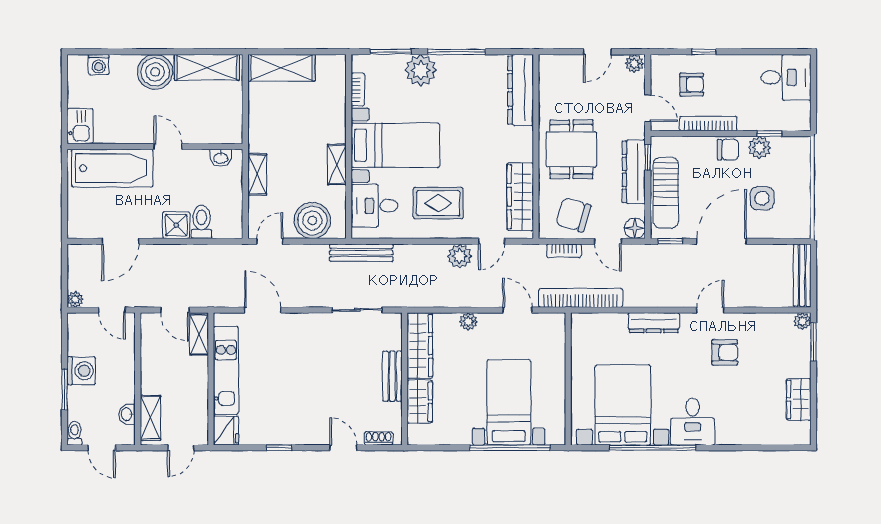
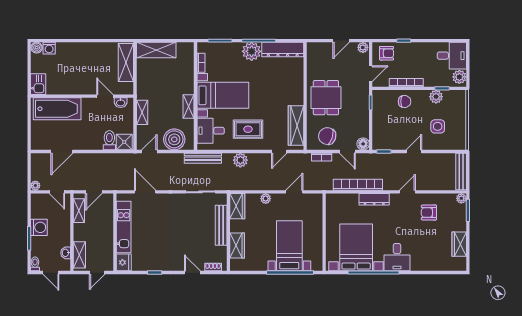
shelving: (207, 67) -> (126, 62), moved, turned 90
plant: (421, 70) -> (252, 51), moved
boiler: (155, 72) -> (37, 48), moved, width x0.54, depth x0.54
armchair: (692, 85) -> (387, 53), moved
dresser: (521, 90) -> (283, 50), moved, turned -90
door: (648, 108) -> (371, 74), hinge flipped
plant: (799, 114) -> (459, 77), added
door: (168, 146) -> (105, 96), moved
chair: (728, 150) -> (405, 101), moved
dresser: (634, 172) -> (362, 111), removed
sun lounger: (666, 193) -> (381, 123), removed
shower: (176, 225) -> (124, 142), moved
door: (722, 241) -> (414, 151), width x0.53
plant: (459, 256) -> (240, 160), moved
bookcase: (581, 298) -> (358, 185), moved
door: (175, 310) -> (94, 192), hinge flipped
door: (517, 310) -> (294, 192), hinge flipped
shelving: (199, 334) -> (79, 211), moved
wardrobe: (420, 345) -> (237, 206), width x0.67
armchair: (725, 352) -> (429, 213), moved, turned 180
bench: (392, 376) -> (221, 225), width x1.36

